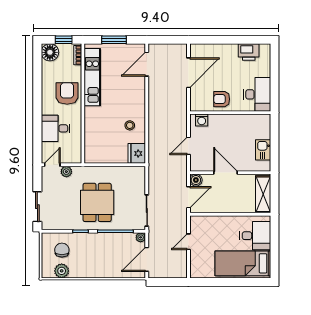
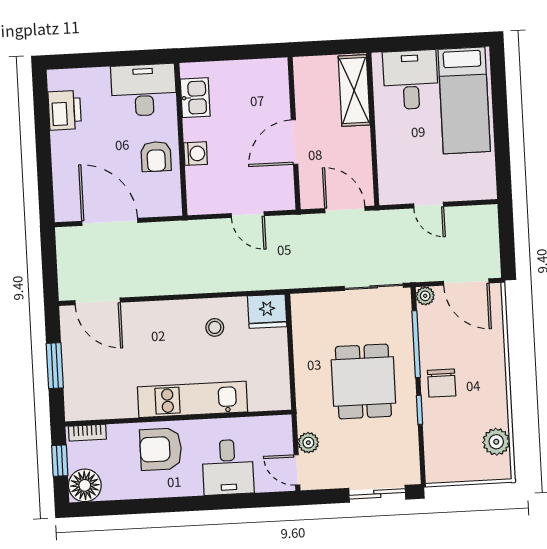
kitchen unit: (92, 77) -> (192, 399), moved
washing machine: (202, 120) -> (196, 154), moved
kitchen sink: (263, 150) -> (195, 98), moved, turned -90
boiler: (196, 180) -> (311, 197), removed
shelving: (263, 194) -> (354, 91), moved, turned 90
dining table: (97, 202) -> (363, 381), turned 90
chair: (62, 250) -> (442, 383), moved, turned -90

